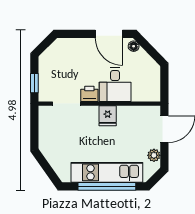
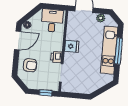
armchair: (74, 56) -> (30, 65), added
desk: (115, 85) -> (52, 21), moved, turned -90
window: (107, 186) -> (119, 51), width x0.68

